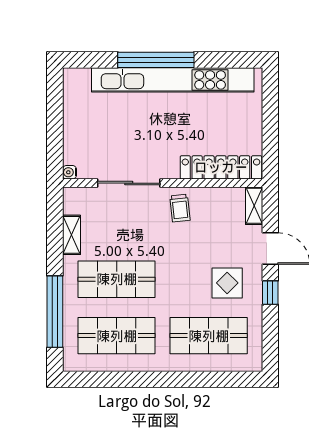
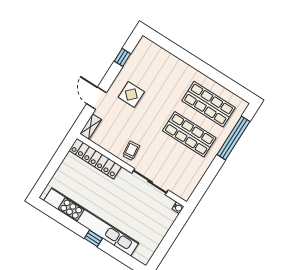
window: (156, 60) -> (93, 238), width x0.32
shelving: (71, 235) -> (198, 173), removed
window: (270, 293) -> (122, 57), moved
shop shelf: (209, 336) -> (159, 73), removed

